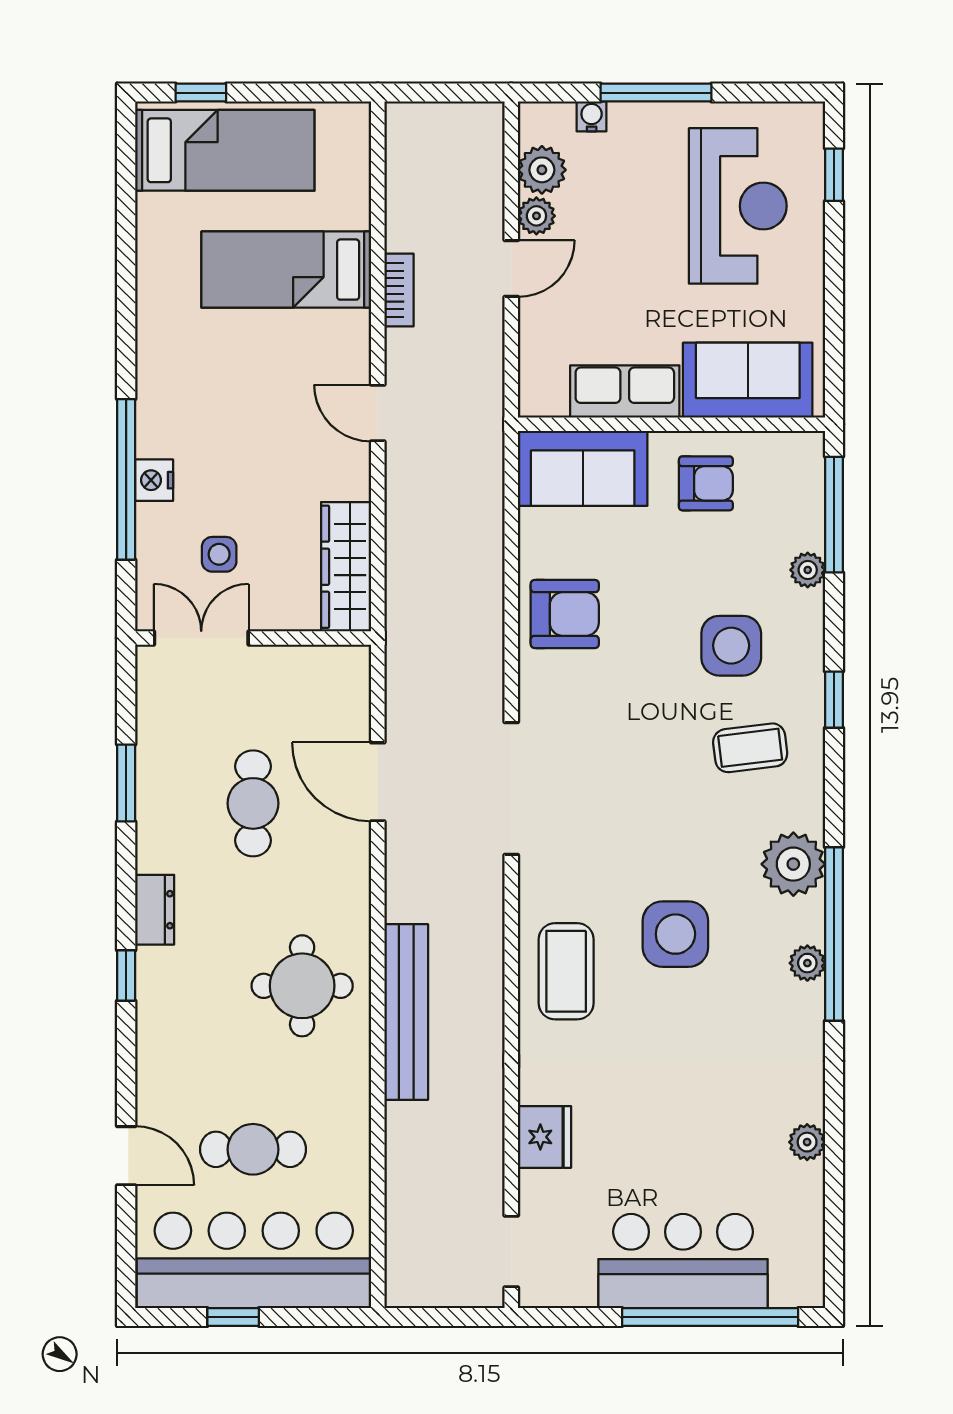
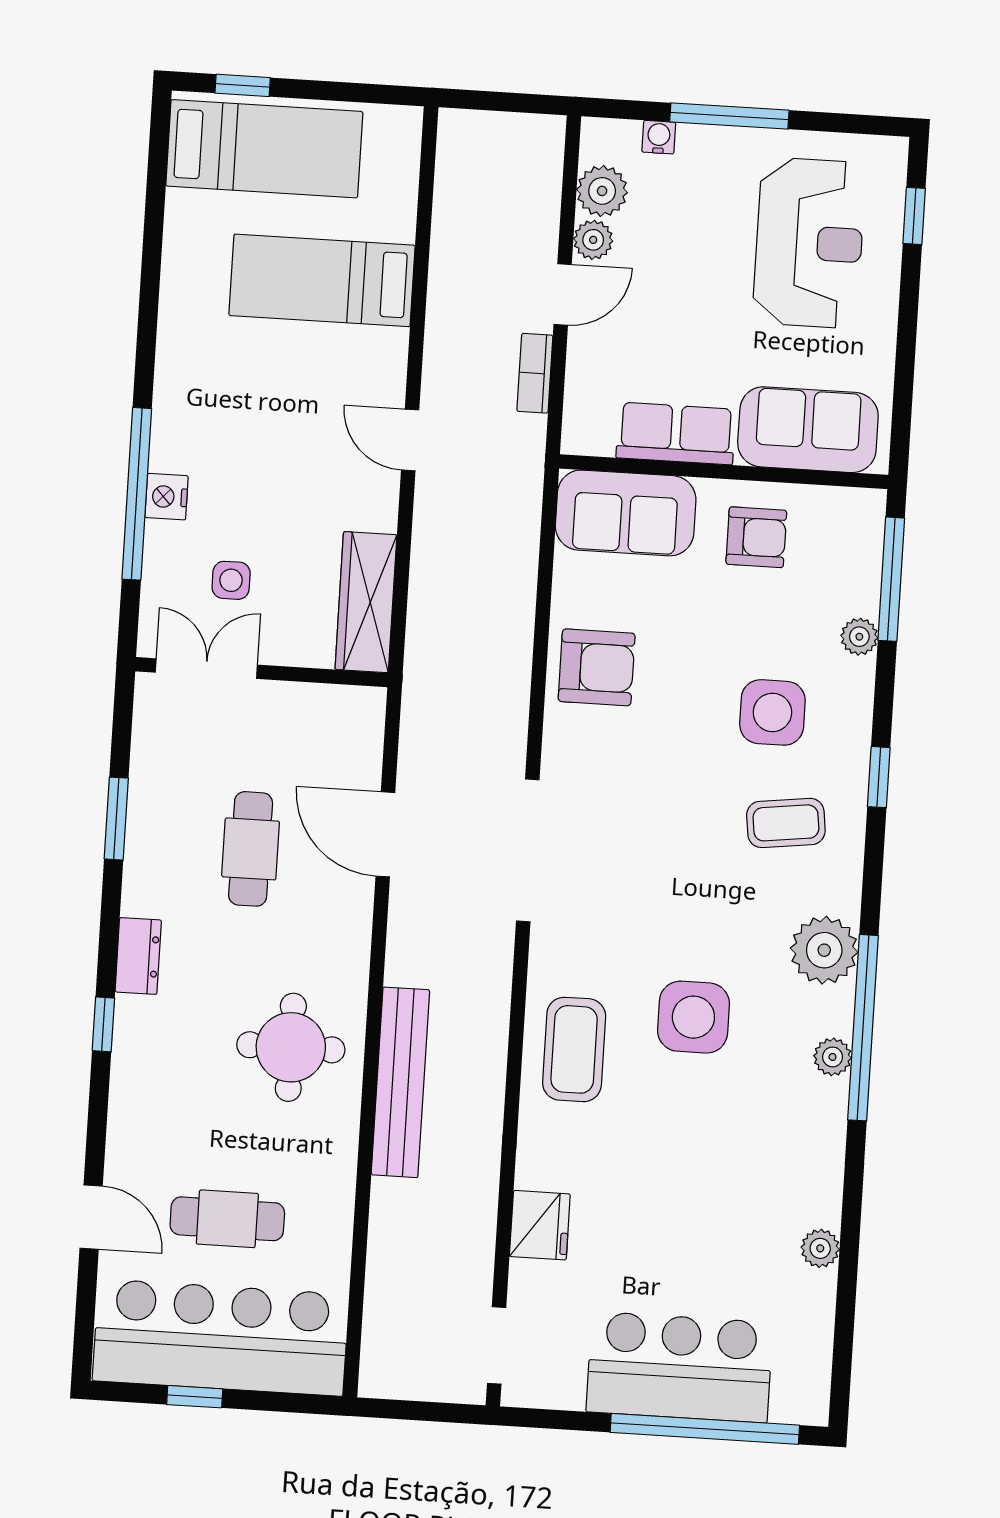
bookcase: (399, 290) -> (535, 373), moved, turned 180

